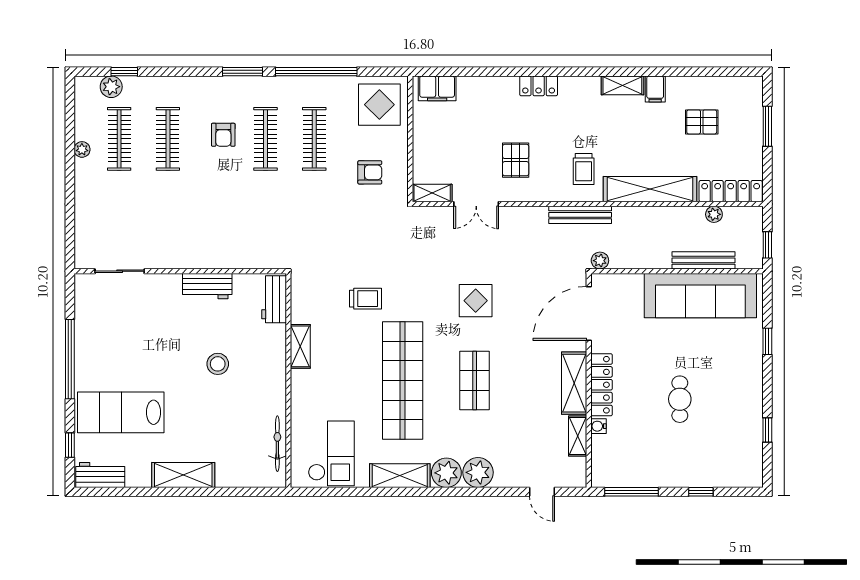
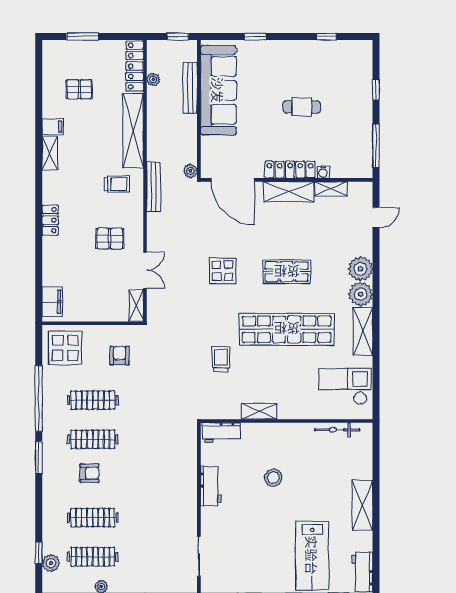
pallet: (702, 122) -> (79, 89), turned 90

